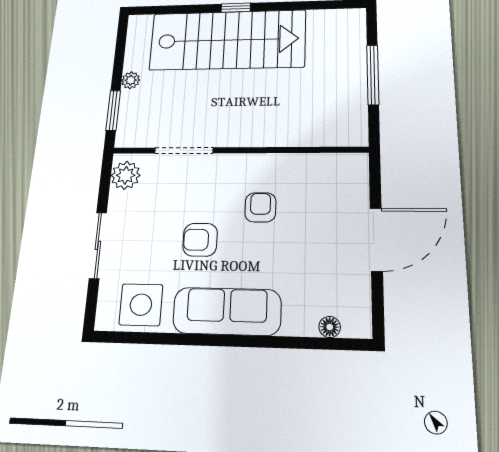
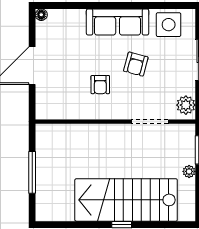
armchair: (200, 240) -> (136, 64), turned 105
floor lamp: (330, 327) -> (41, 15), moved

